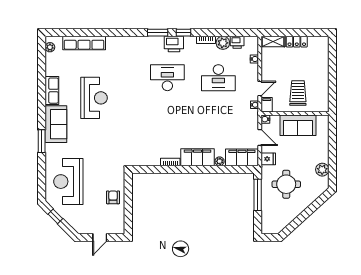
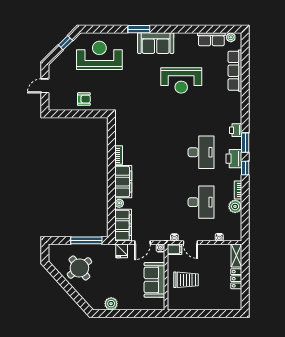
printer: (237, 42) -> (236, 130), moved
desk: (218, 78) -> (201, 202), turned 180
row of seats: (52, 91) -> (211, 39), moved
round table: (286, 184) -> (79, 268), moved, turned -38
door: (100, 237) -> (45, 86), hinge flipped

